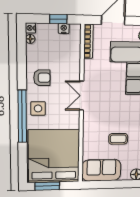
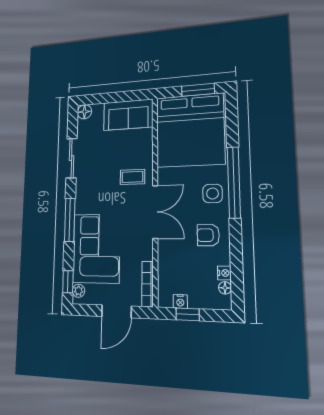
nightstand: (30, 28) -> (224, 273), moved
double door: (82, 96) -> (155, 212), width x1.37
coffee table: (118, 139) -> (132, 177), moved

